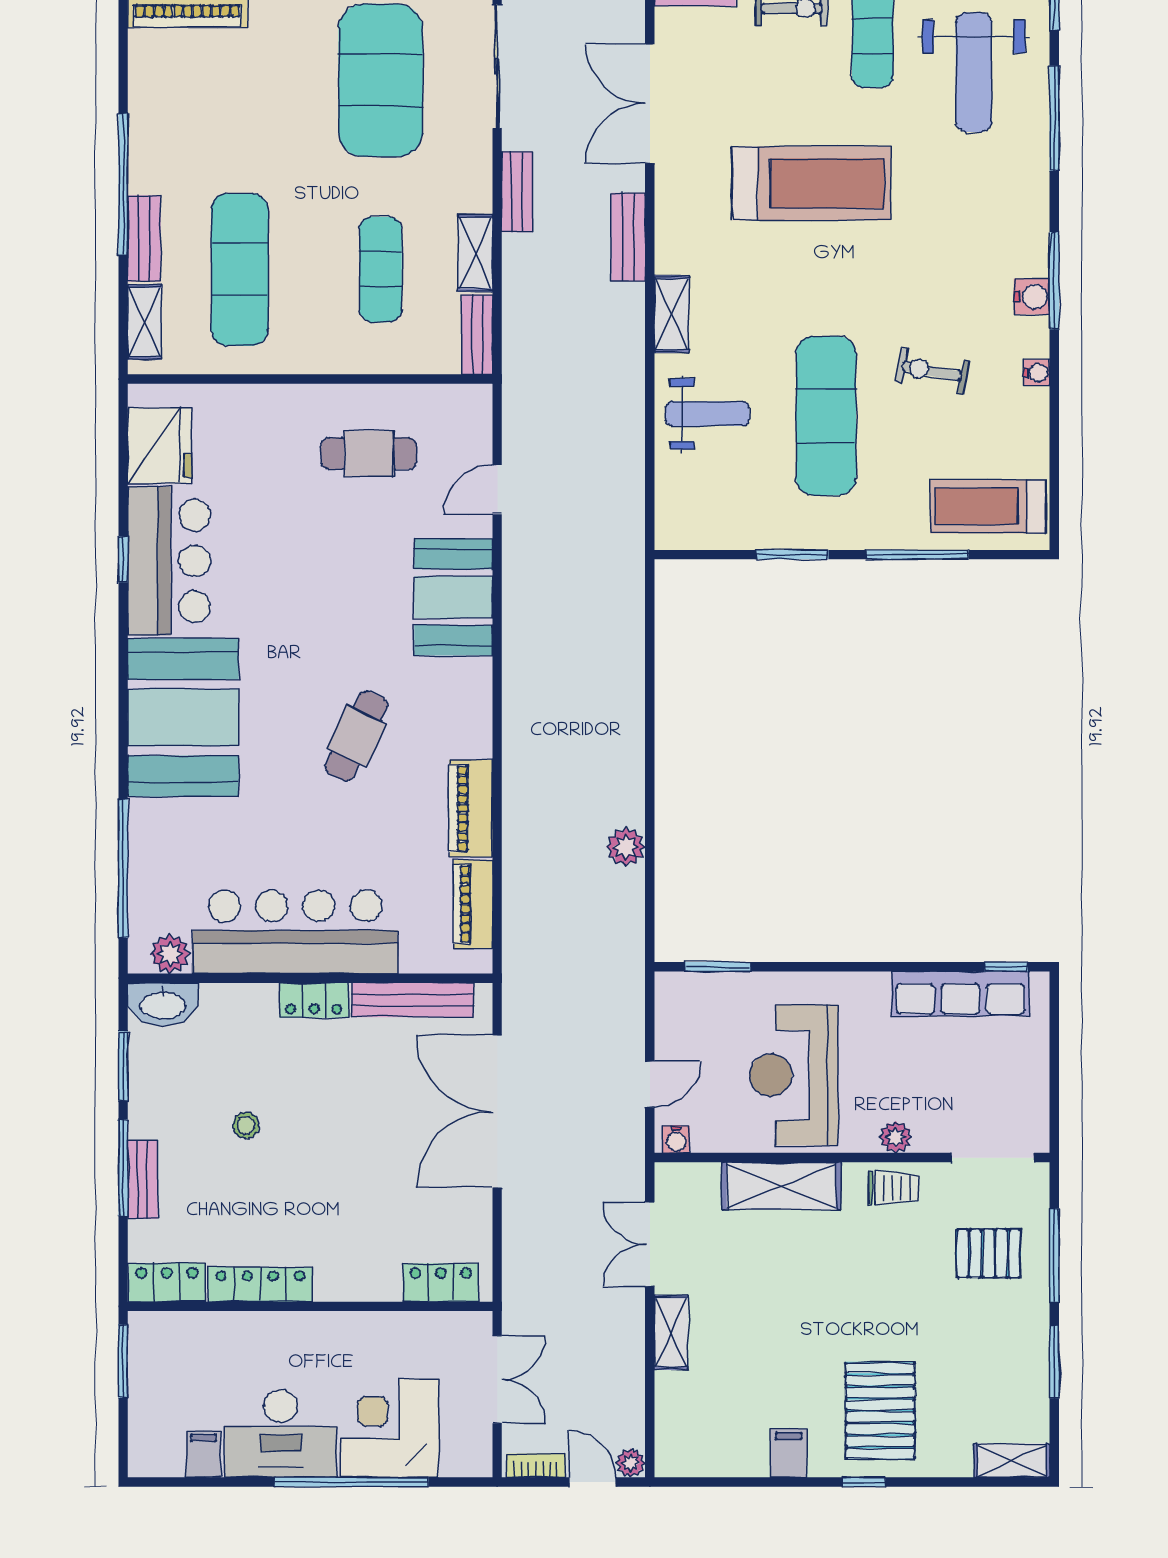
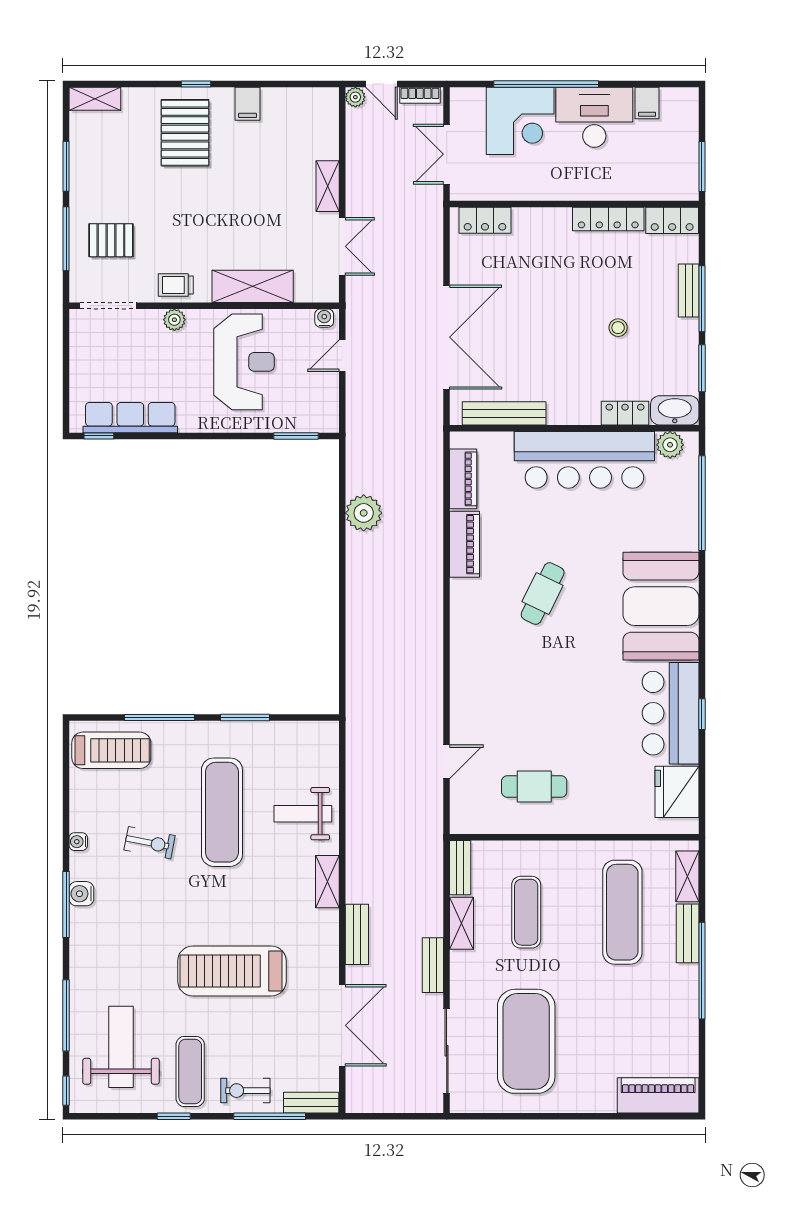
booth: (453, 597) -> (476, 688), removed
plant: (626, 847) -> (364, 513), width x1.36, depth x1.36
locker: (314, 1000) -> (625, 413), moved

